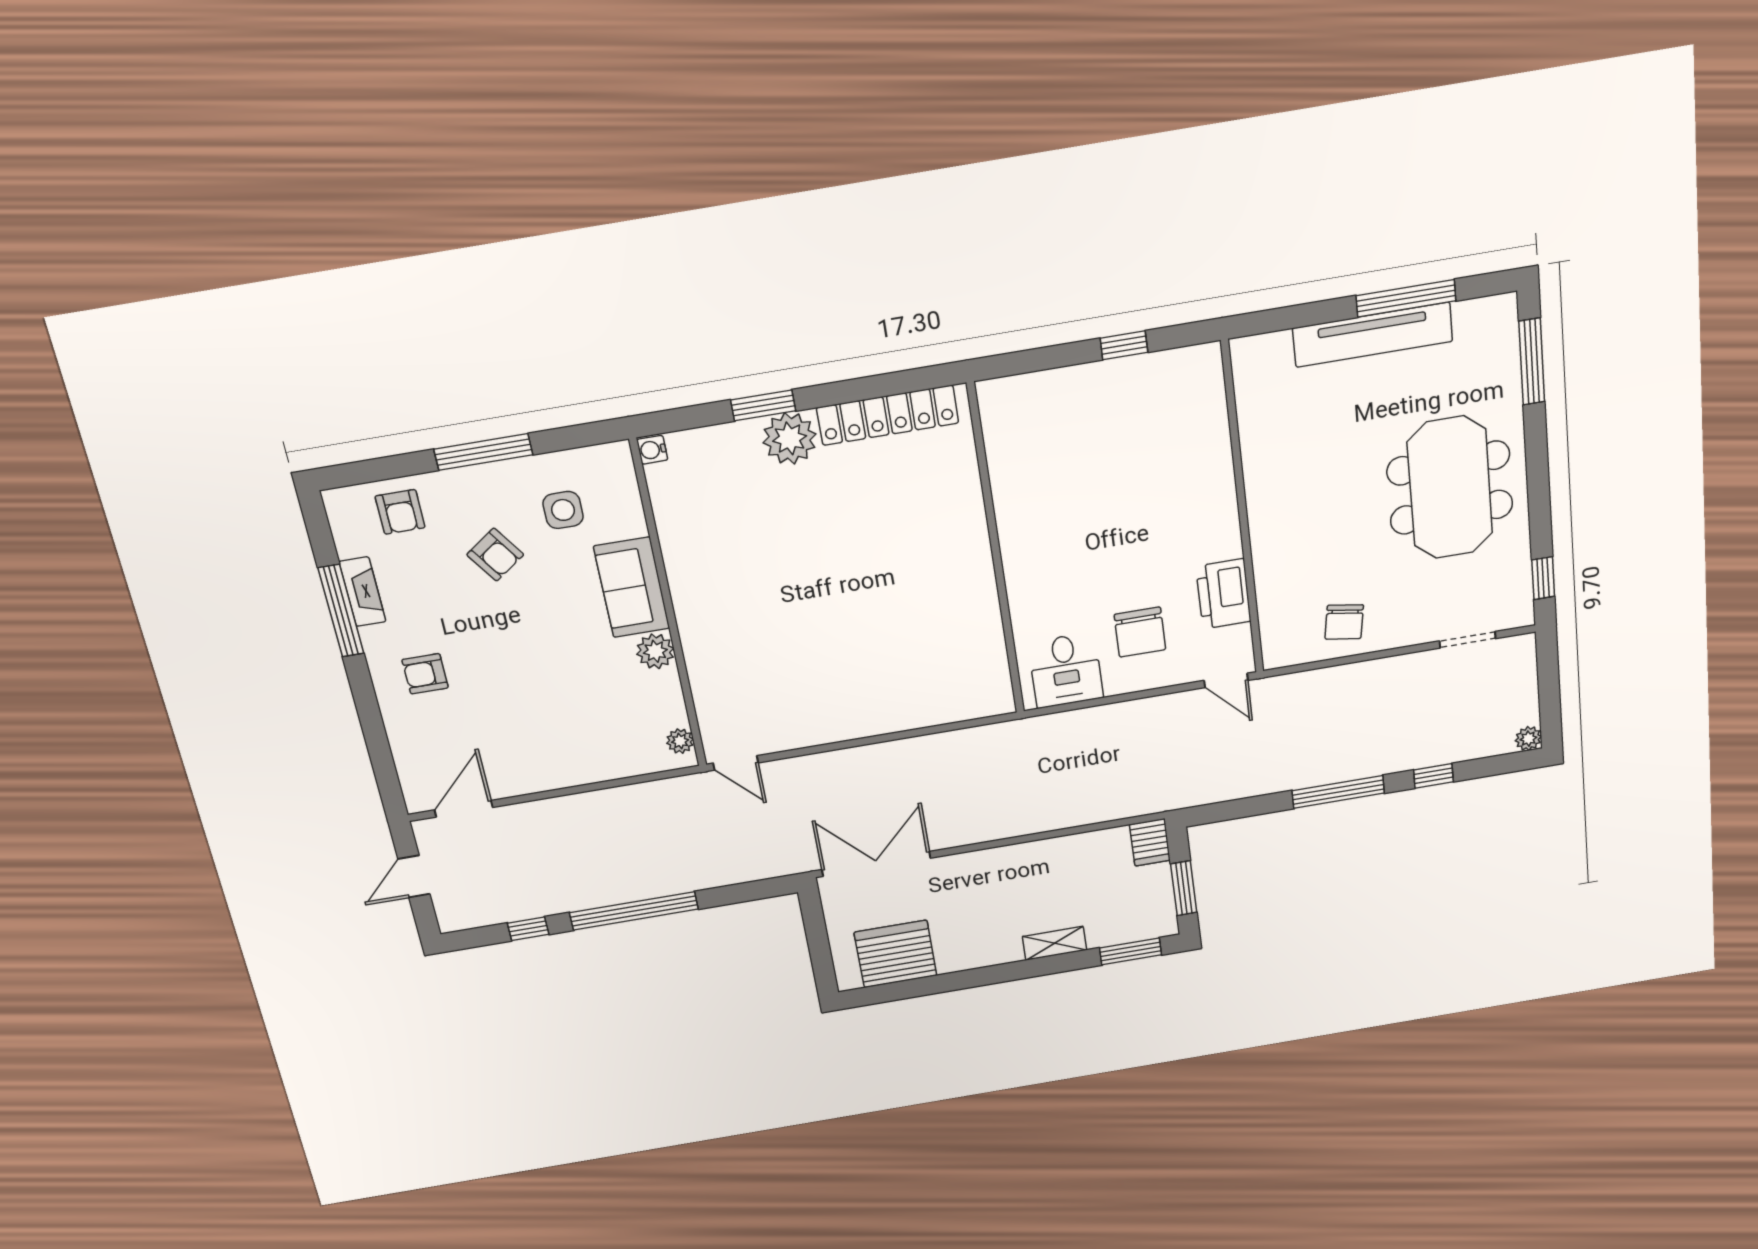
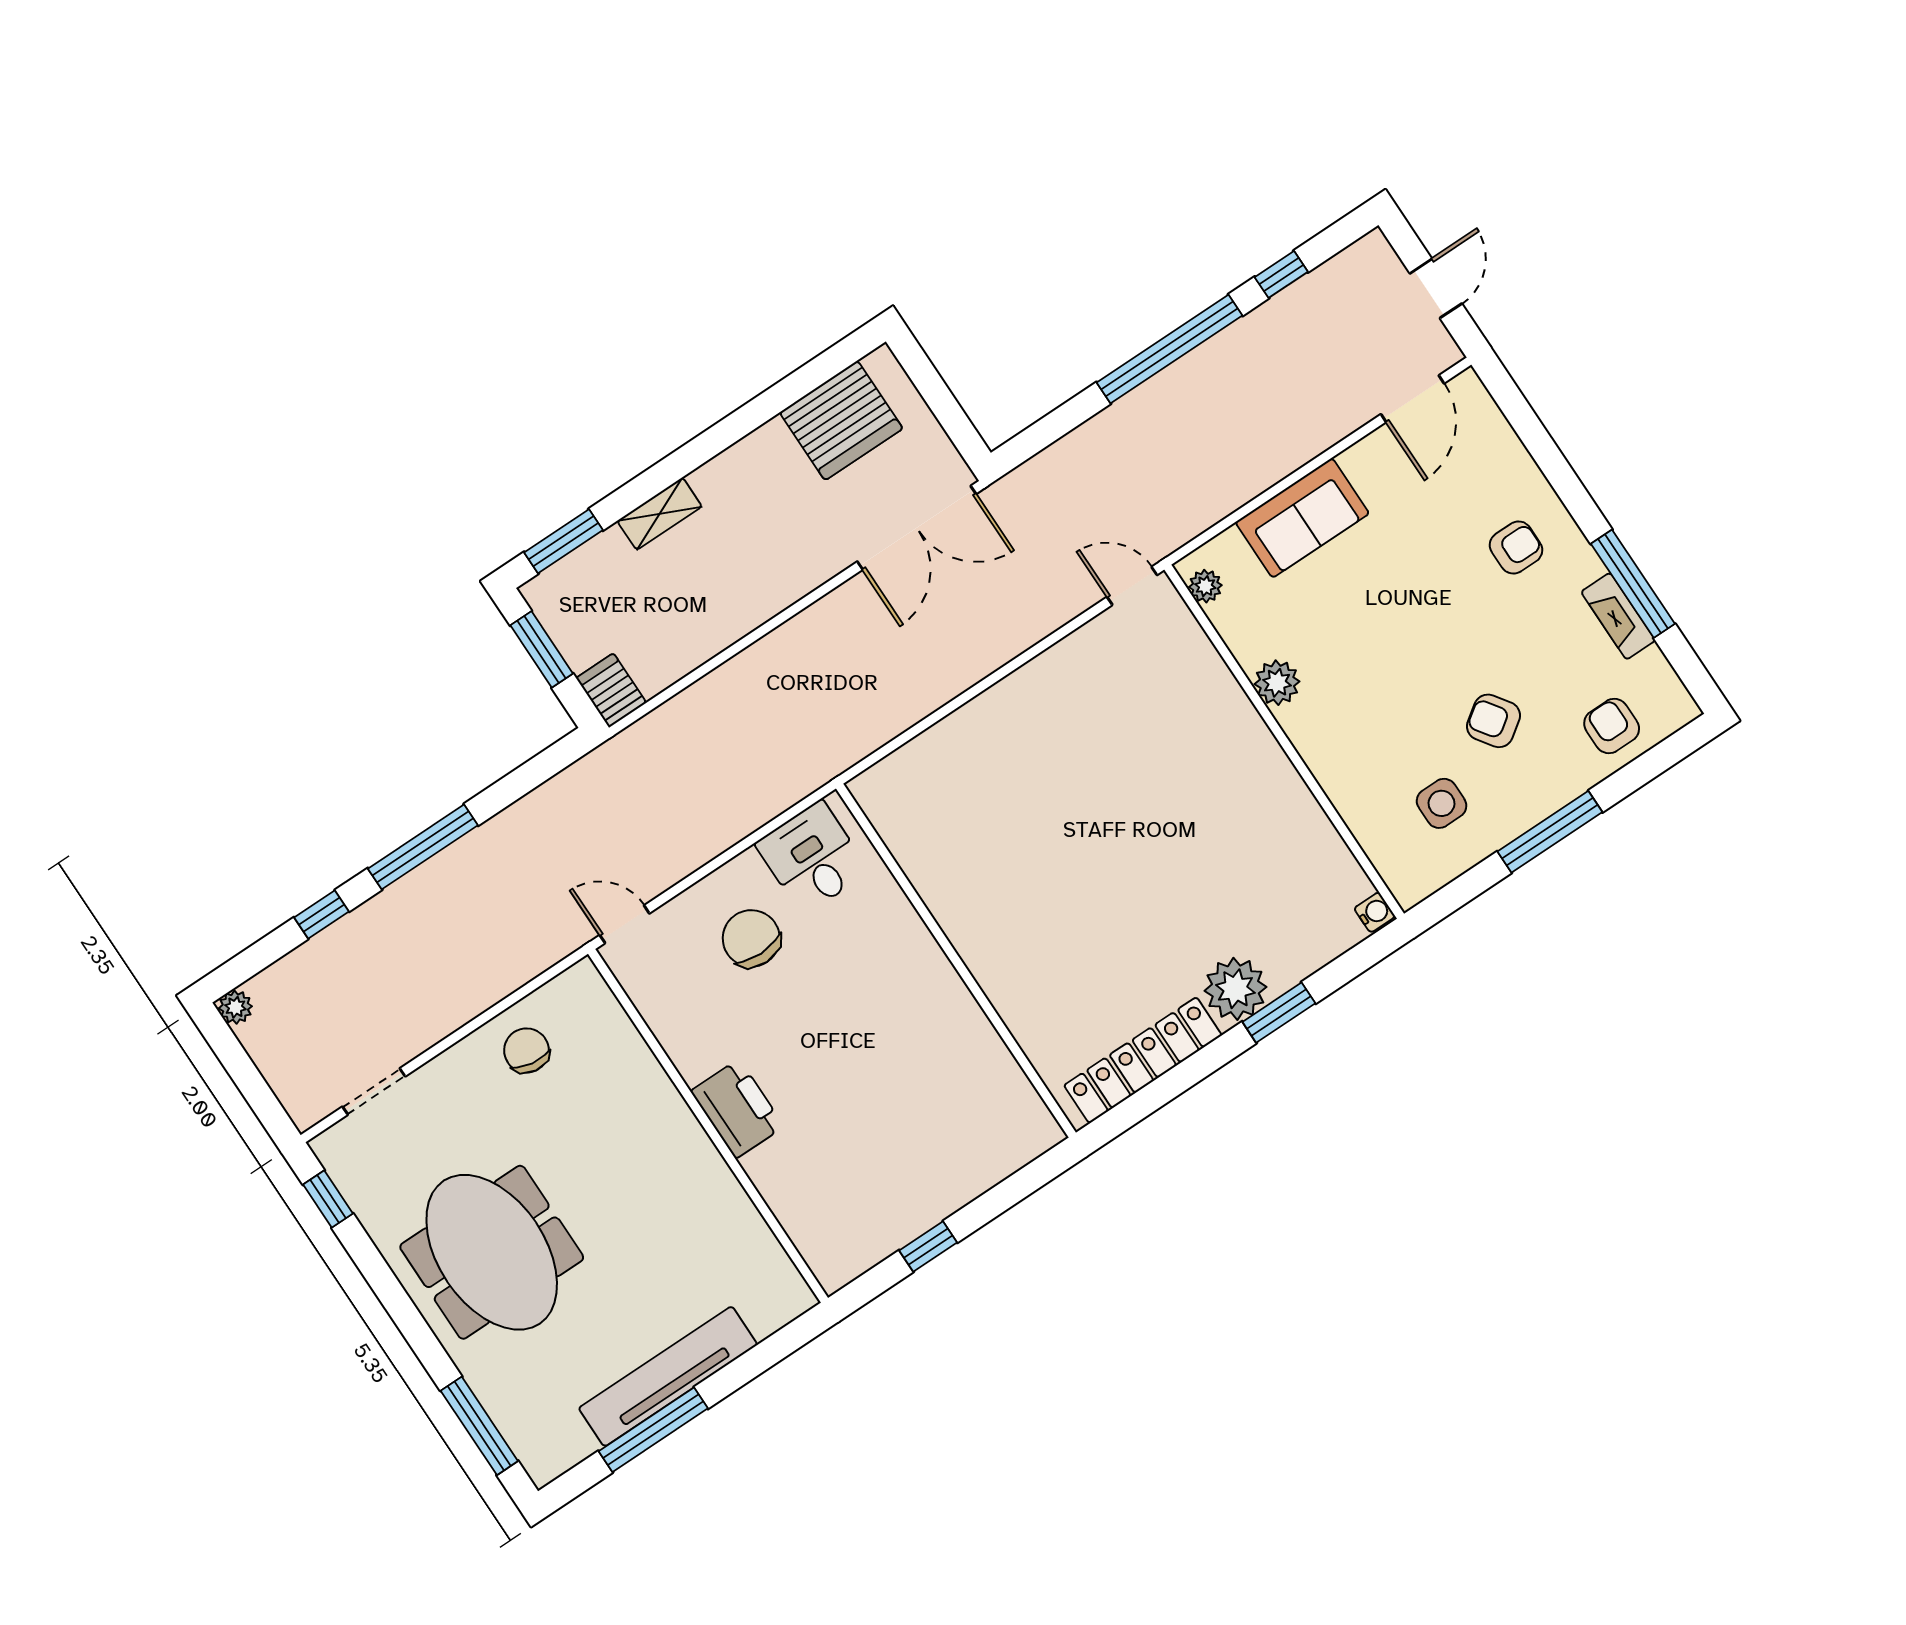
sofa: (632, 587) -> (1302, 518), moved, turned 90
printer: (1223, 594) -> (737, 1109), moved

